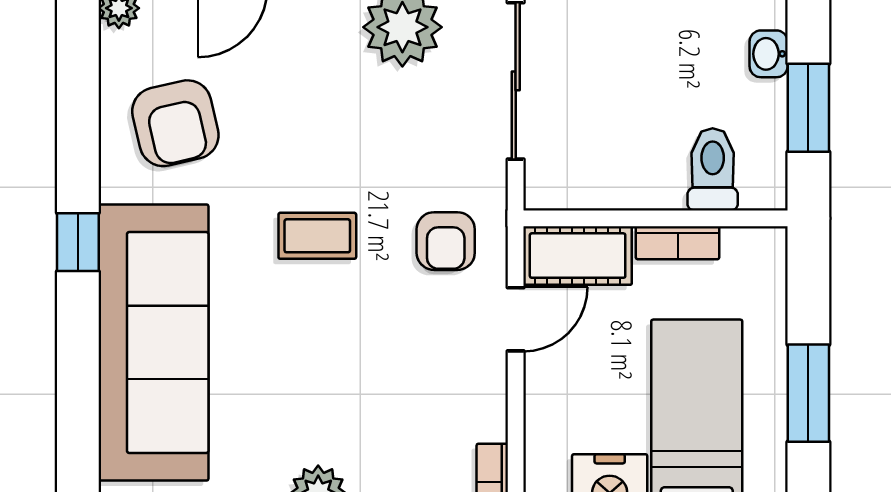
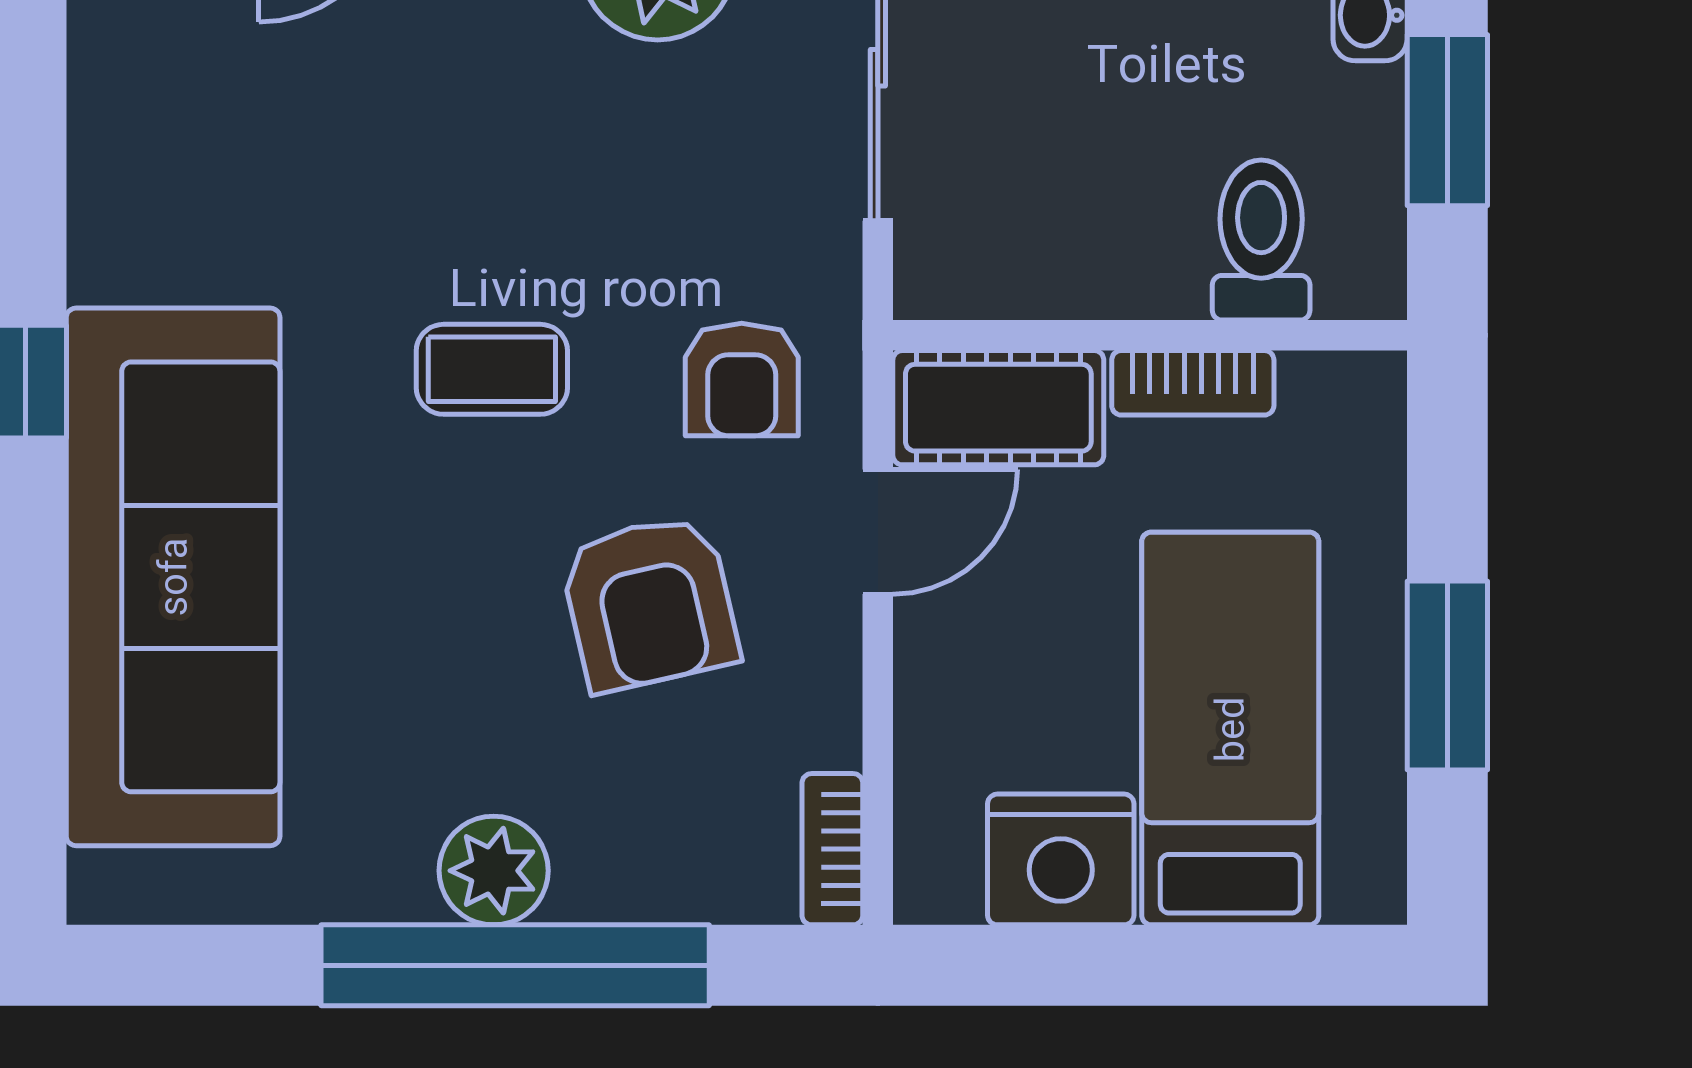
armchair: (175, 123) -> (649, 603), moved

